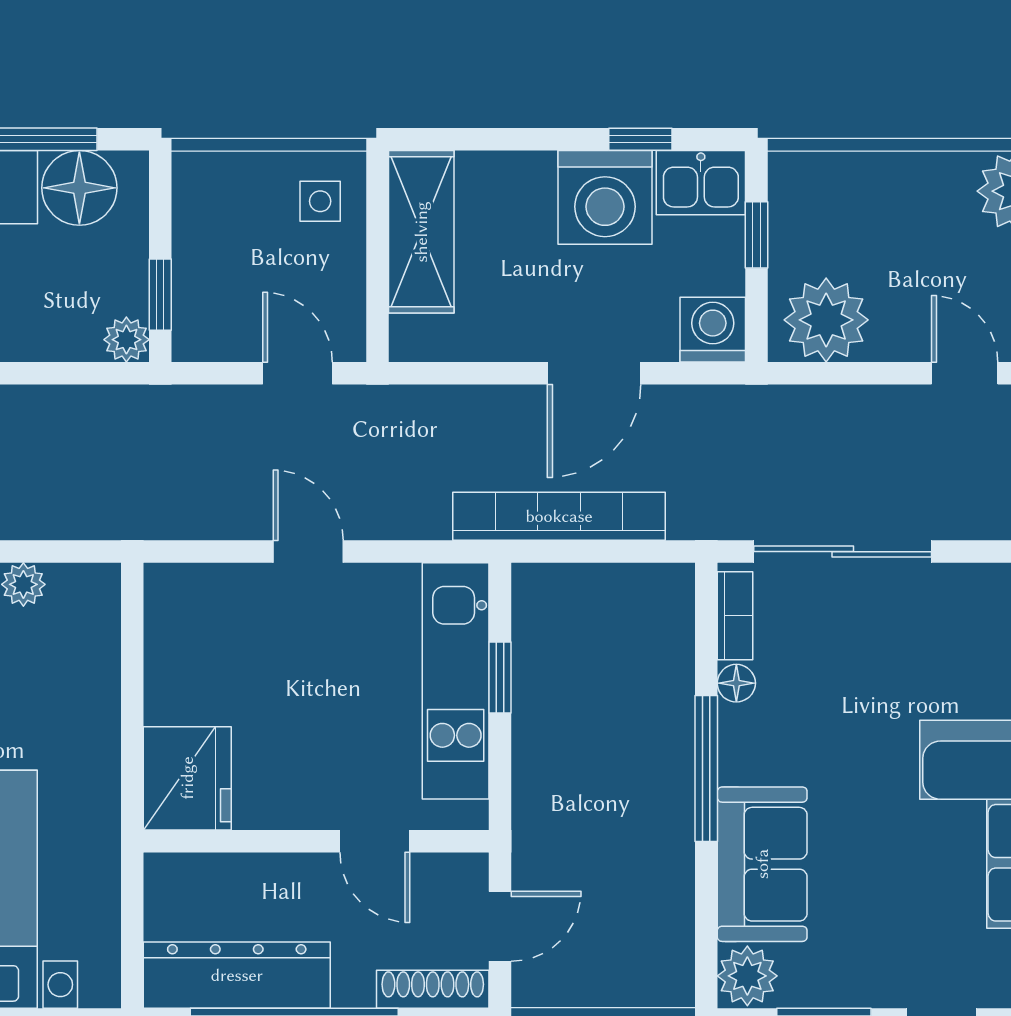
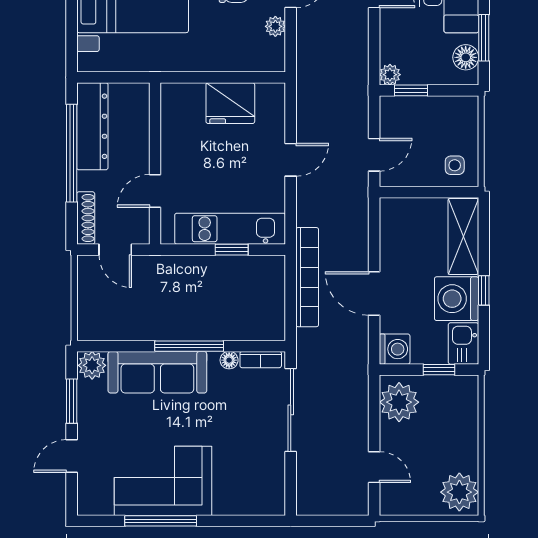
window: (640, 139) -> (484, 290), moved
floor lamp: (79, 188) -> (466, 57), width x0.73, depth x0.73
shelving: (421, 232) -> (463, 236), moved, turned 90
door: (965, 373) -> (374, 467), hinge flipped
fridge: (187, 778) -> (230, 103), moved
sofa: (762, 864) -> (157, 372), width x1.36

